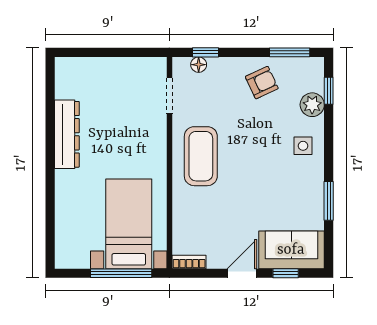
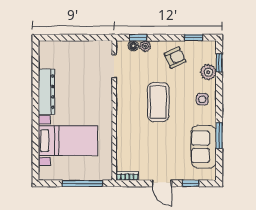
window: (290, 52) -> (193, 38), width x0.67
plant: (217, 65) -> (145, 46), added
coffee table: (201, 156) -> (158, 102), moved
bed with nightstands: (129, 224) -> (68, 141), moved, turned 90
sofa: (291, 250) -> (204, 147), moved, turned -90
door: (242, 273) -> (162, 183), swing flipped

